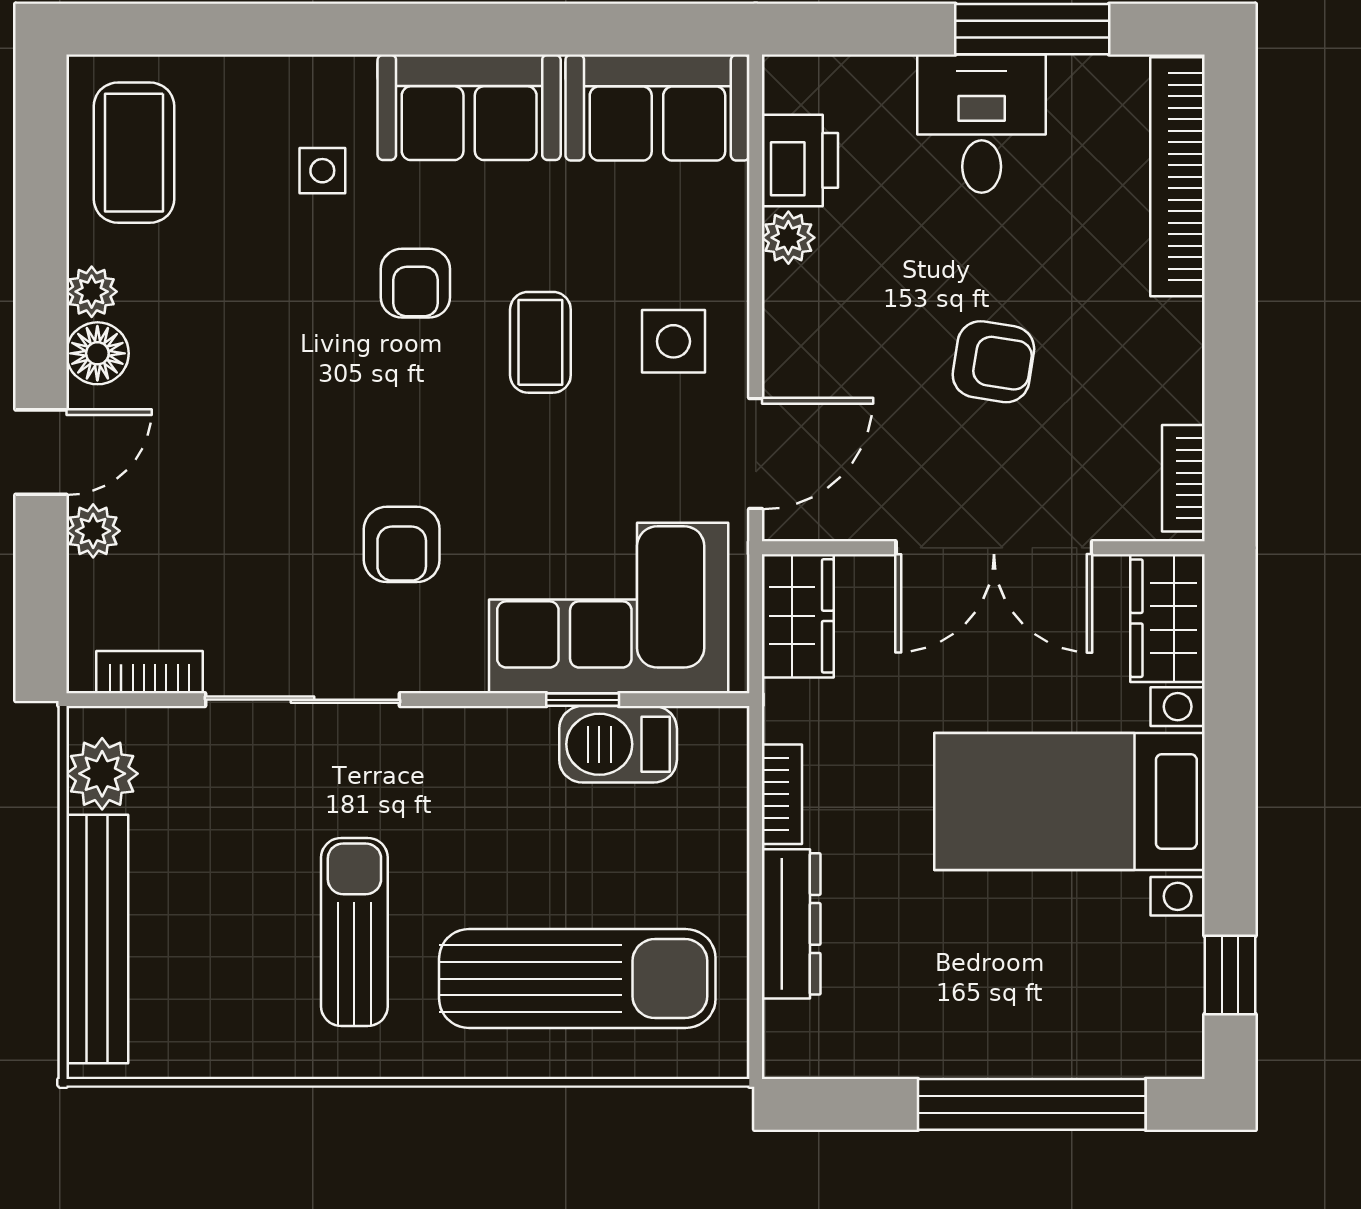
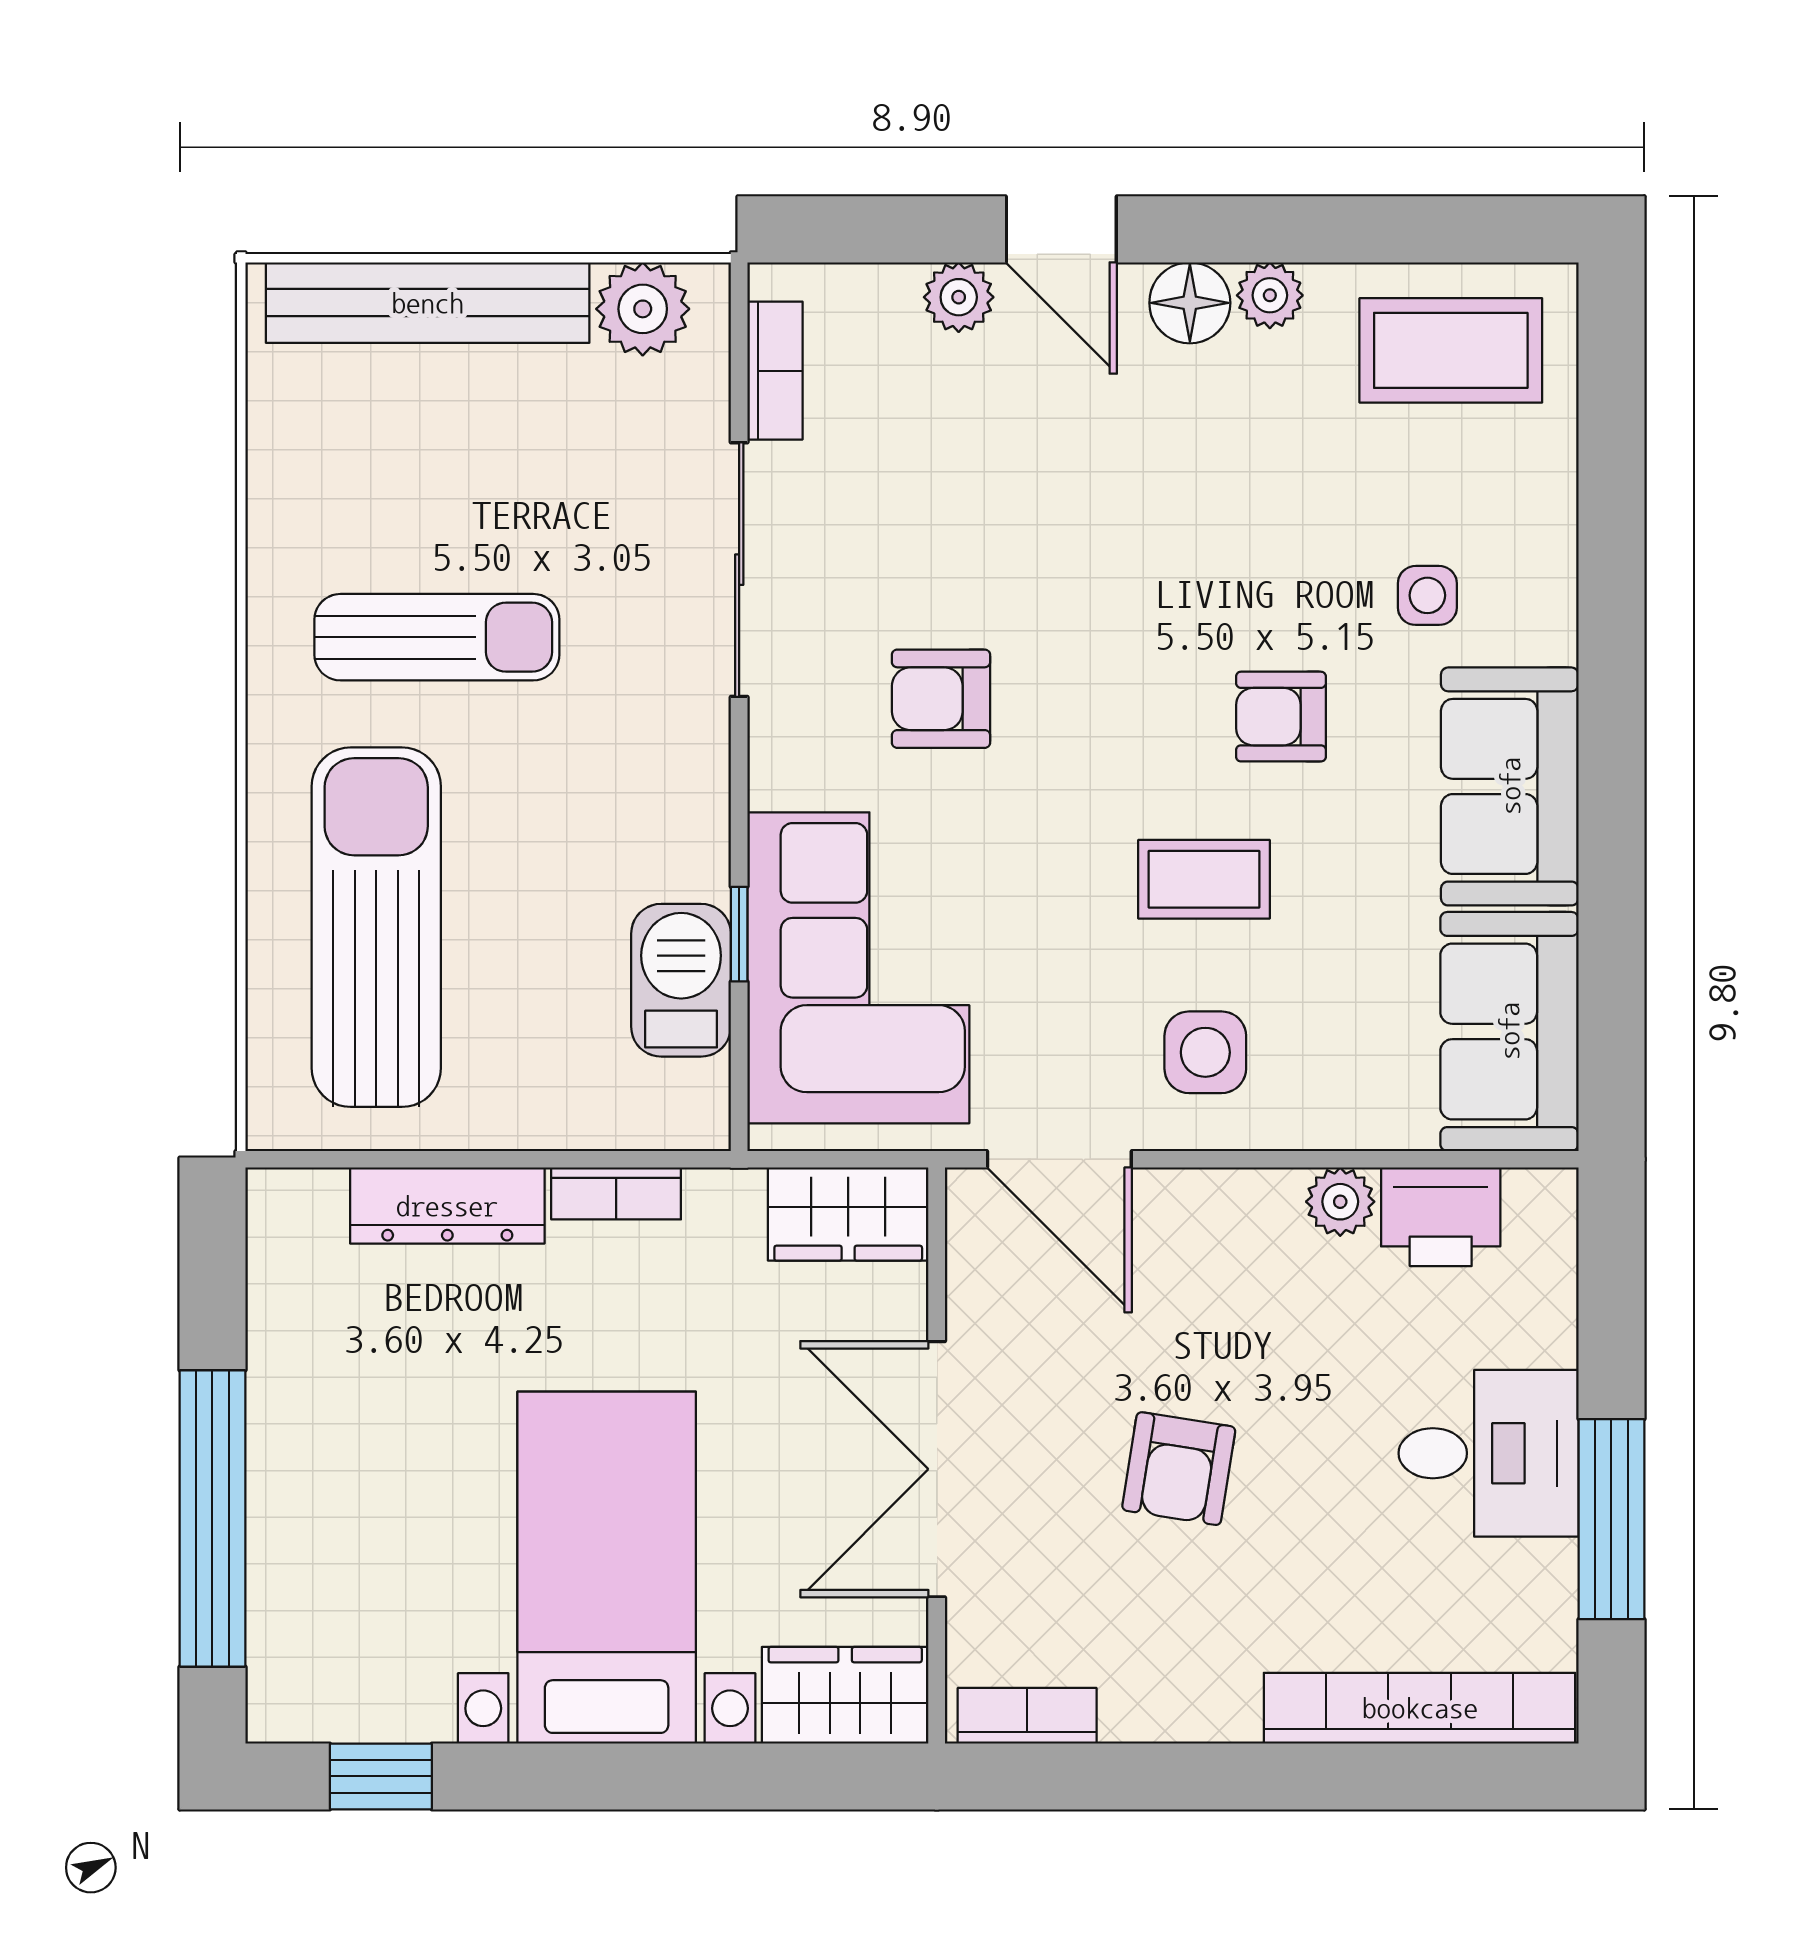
sun lounger: (577, 979) -> (376, 927), turned 180

